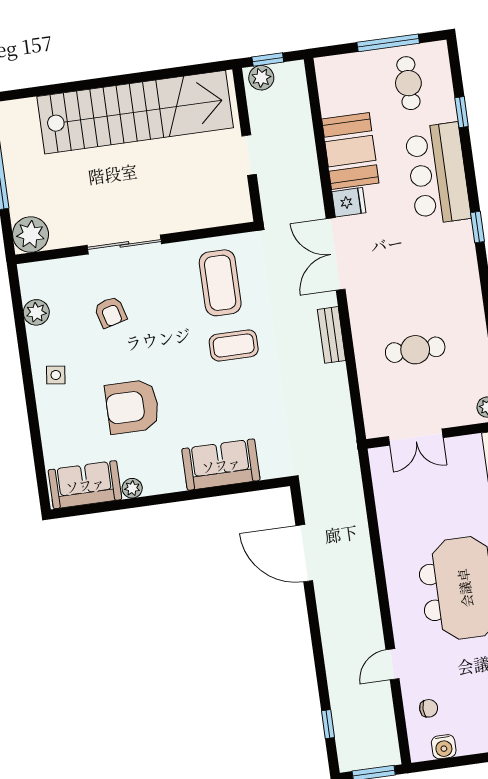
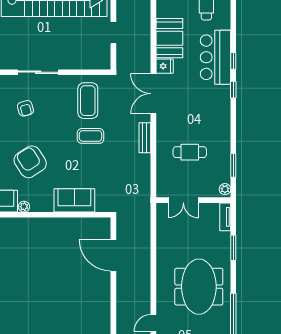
window: (462, 112) -> (233, 61), moved
armchair: (132, 407) -> (30, 162), turned 57

